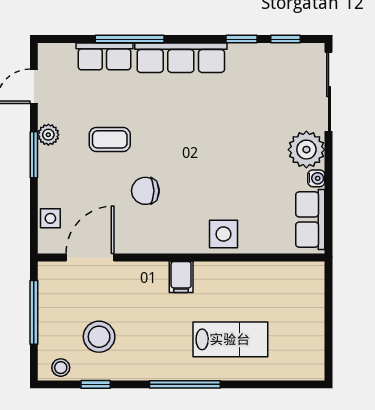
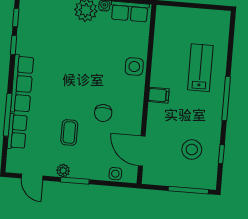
window: (34, 312) -> (188, 190), moved
stool: (61, 368) -> (209, 175), removed

